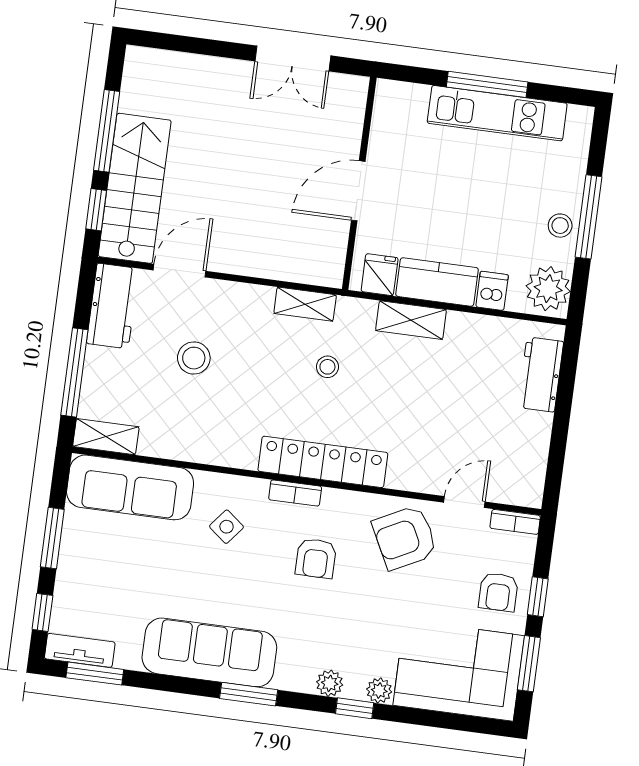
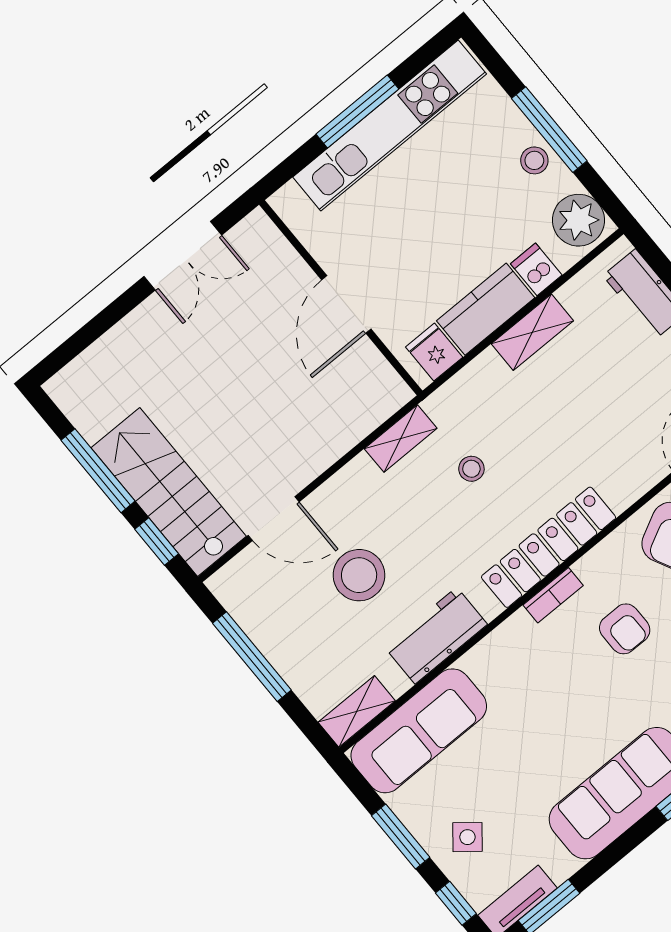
kitchen unit: (497, 113) -> (390, 126), width x1.36
door: (180, 271) -> (274, 519), swing flipped
workbench: (113, 306) -> (436, 636), moved, turned -90
shelving: (411, 320) -> (532, 332), moved
stool: (194, 358) -> (359, 575), width x1.38, depth x1.38
window: (74, 372) -> (252, 657), moved
side table: (227, 527) -> (467, 837), moved

